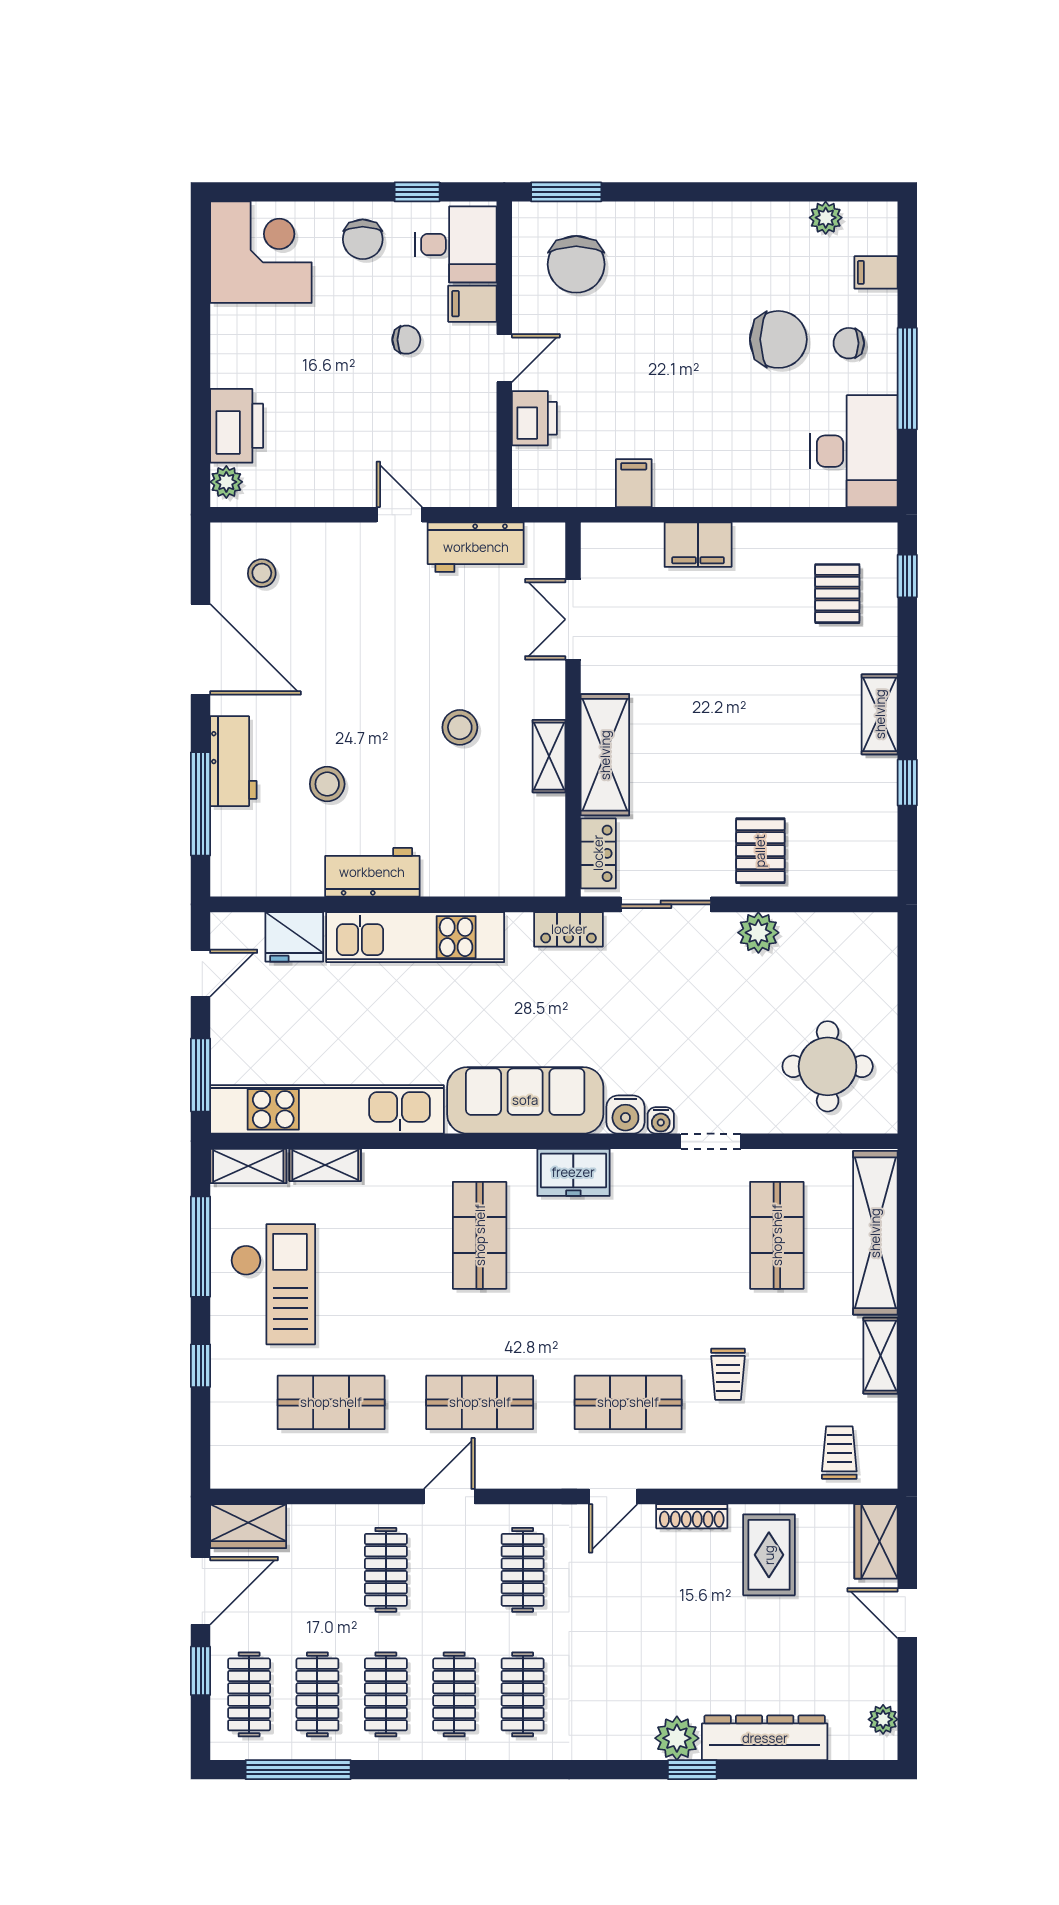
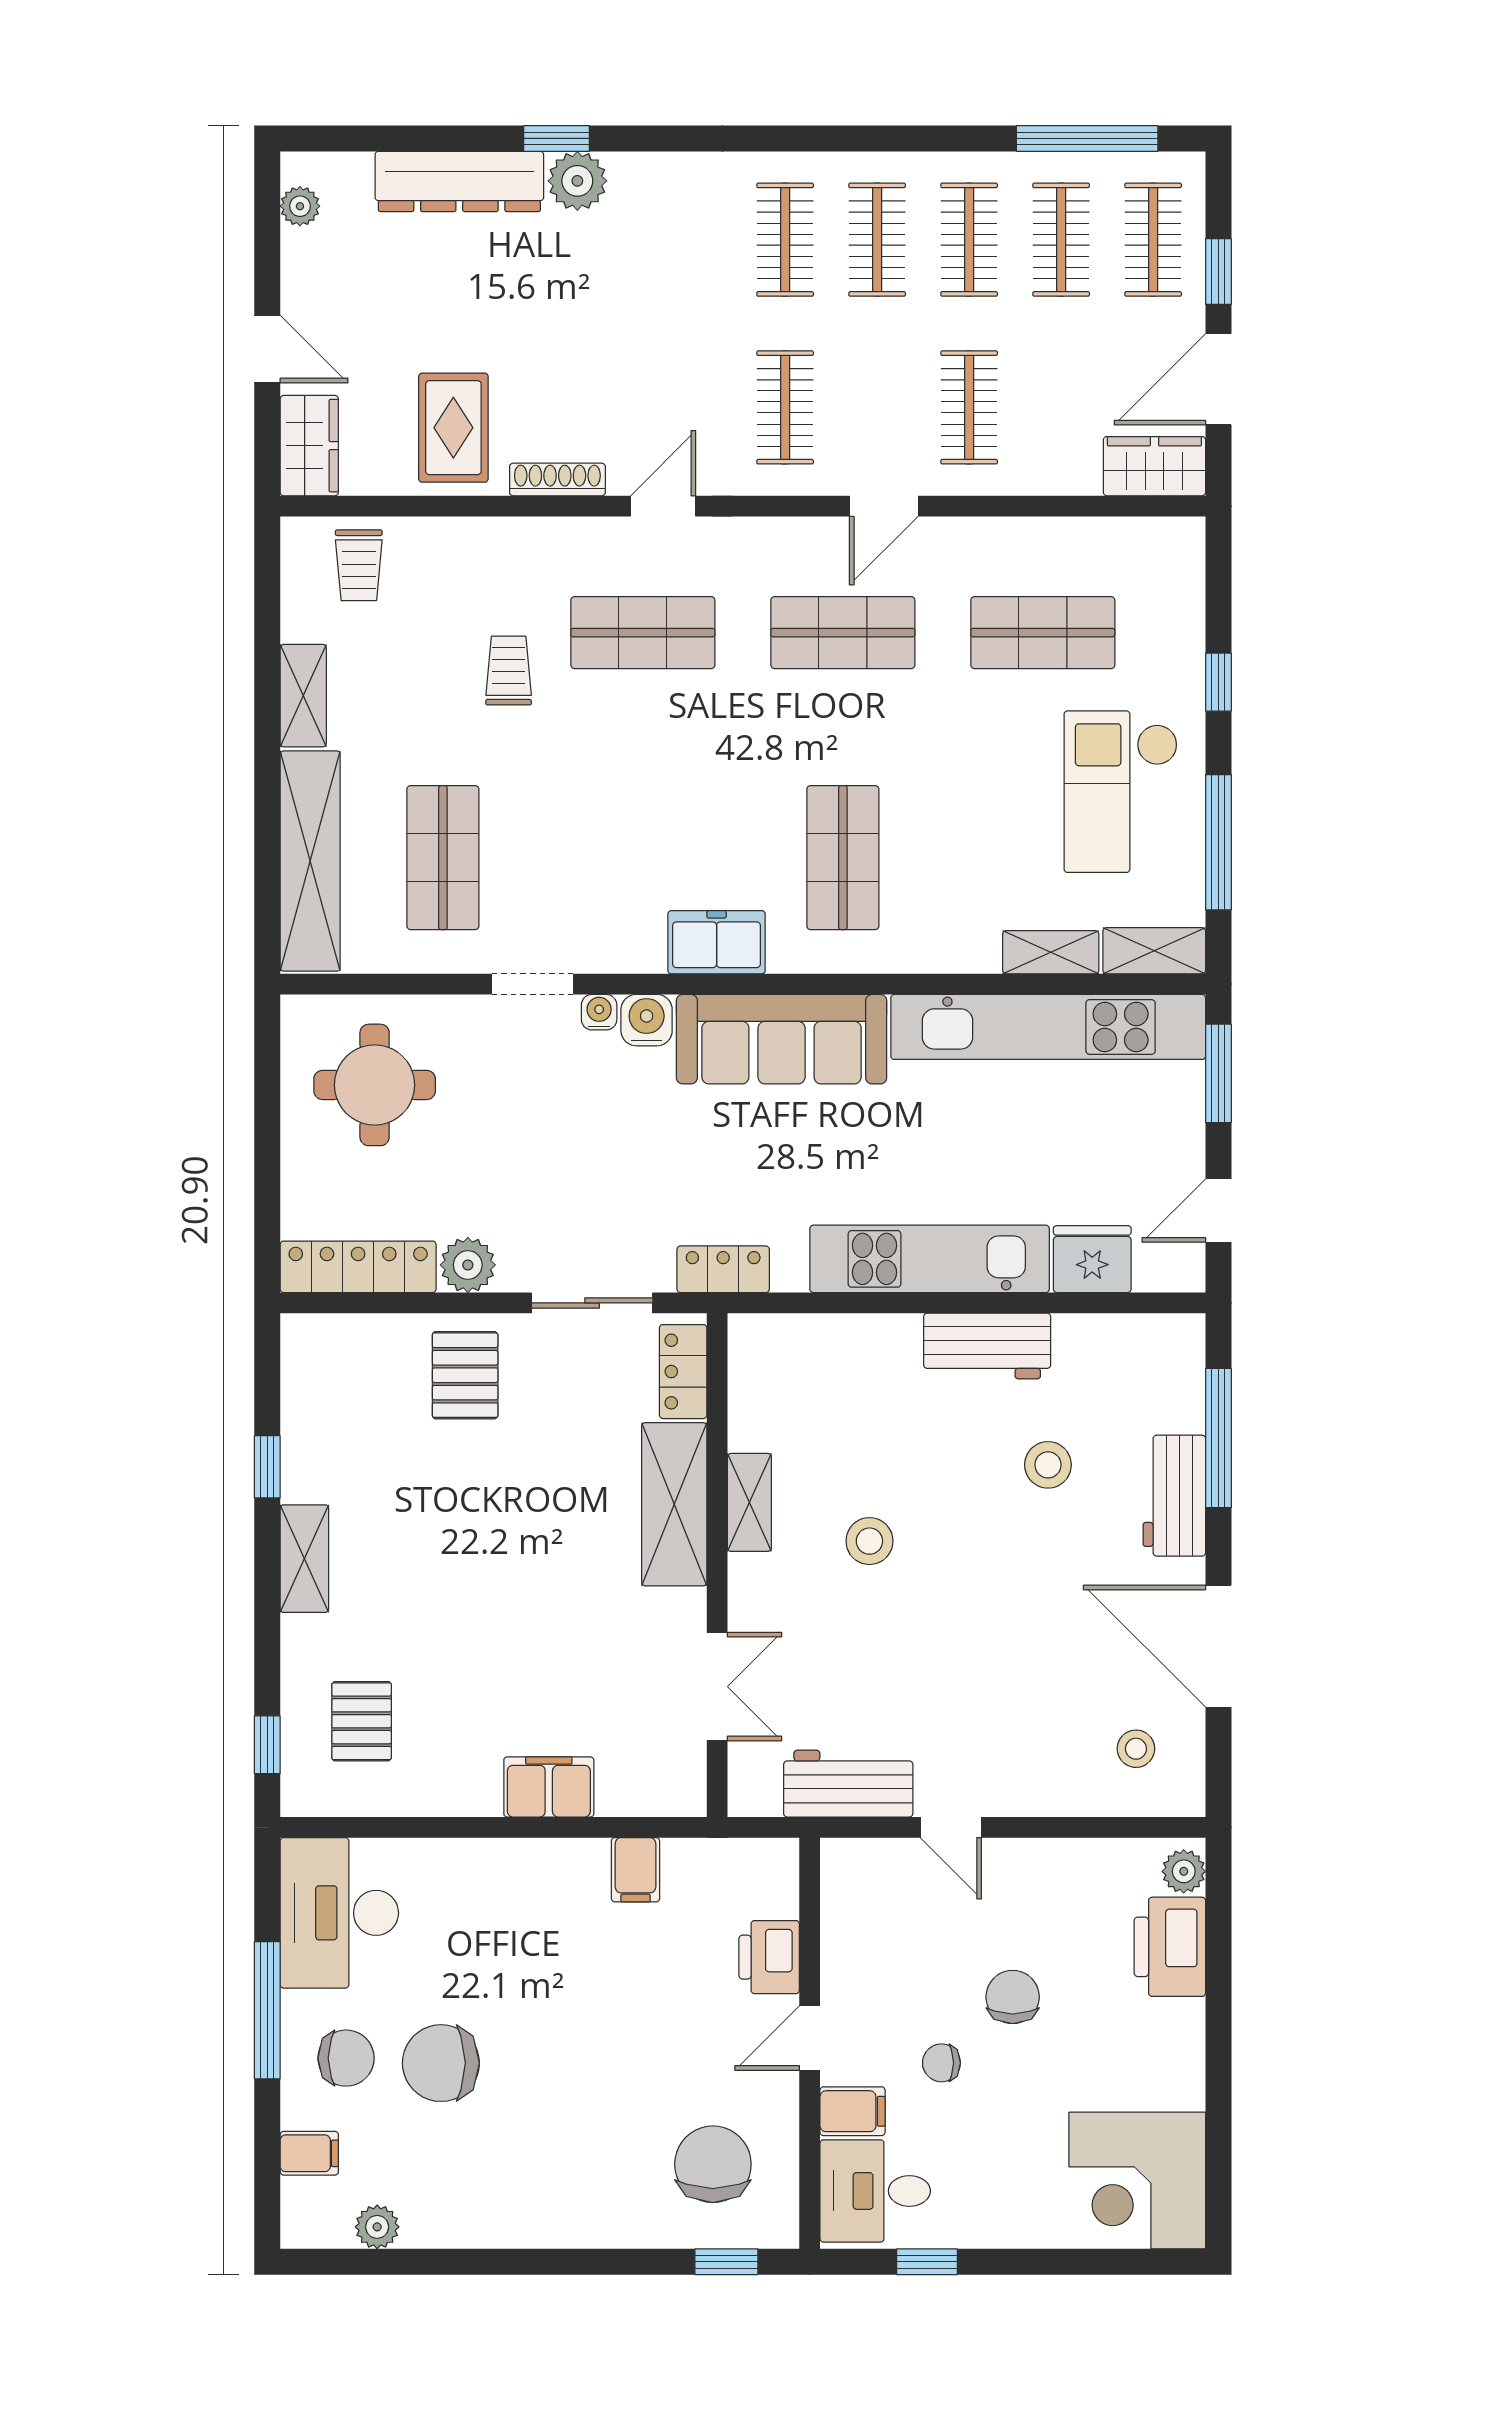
window: (566, 192) -> (726, 2262), width x0.67
chair: (363, 239) -> (1013, 1997), moved
chair: (849, 343) -> (346, 2058), width x1.37, depth x1.37
locker: (840, 931) -> (358, 1267), added

